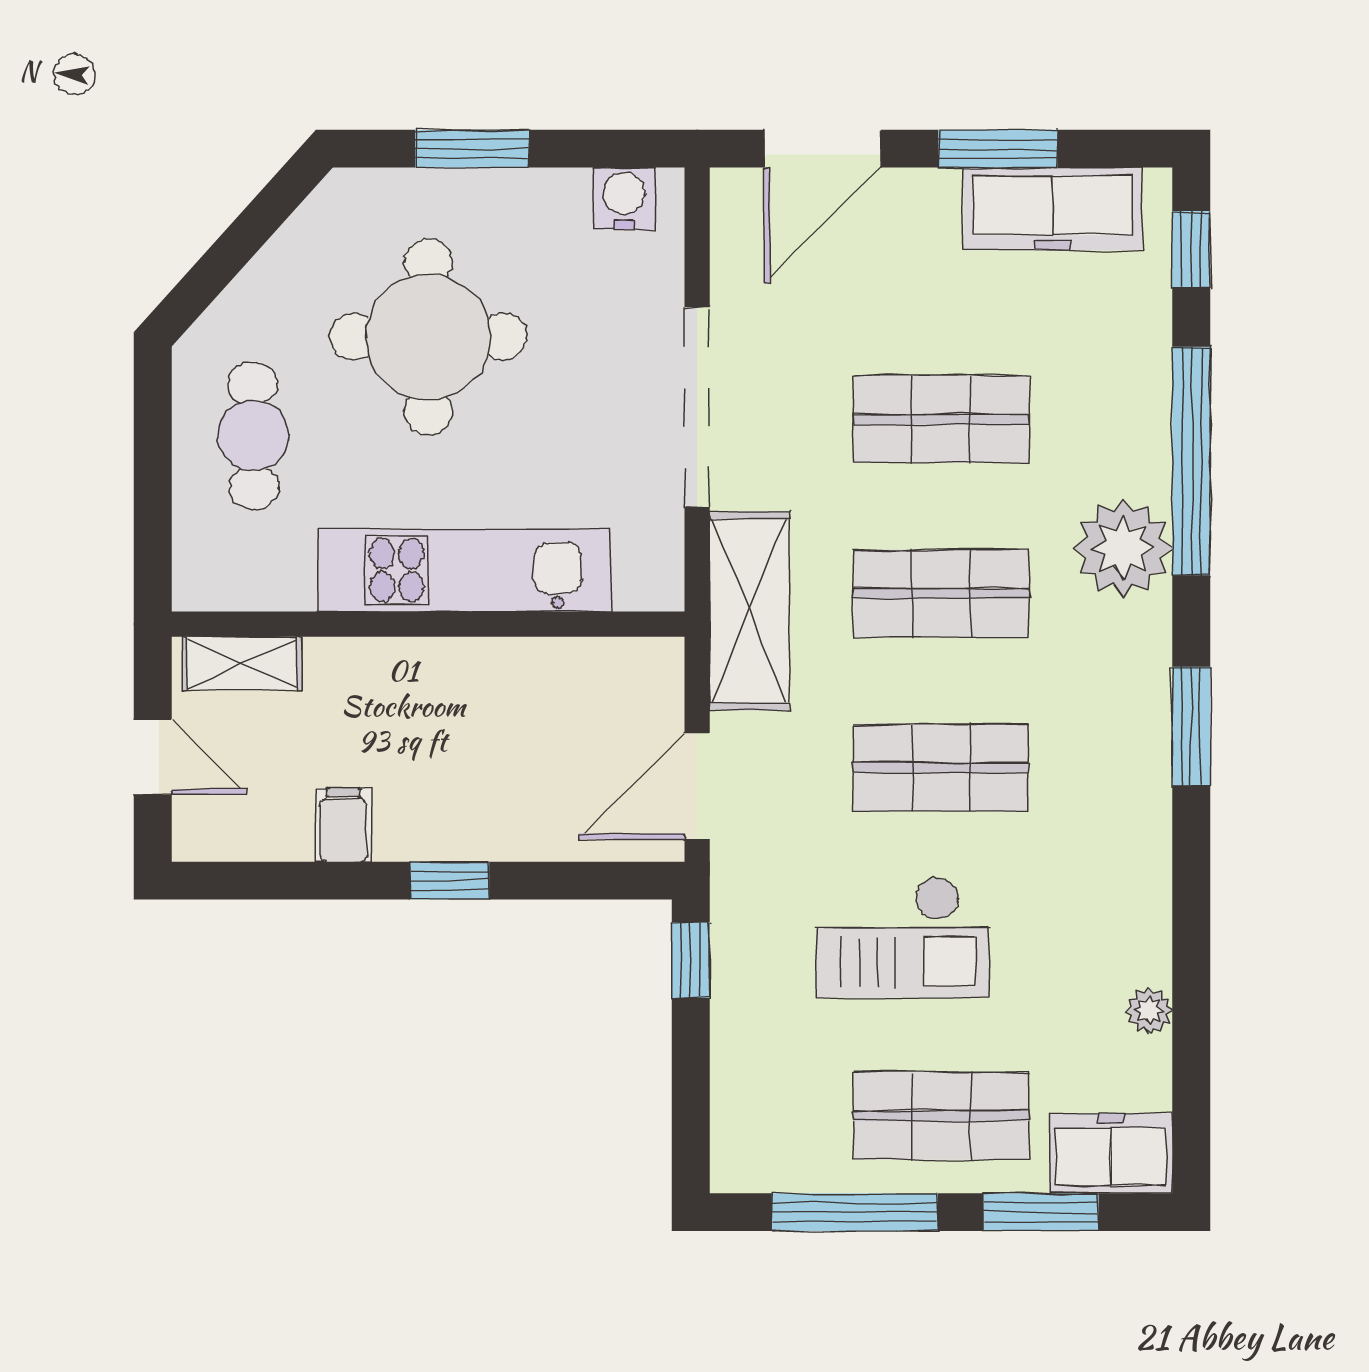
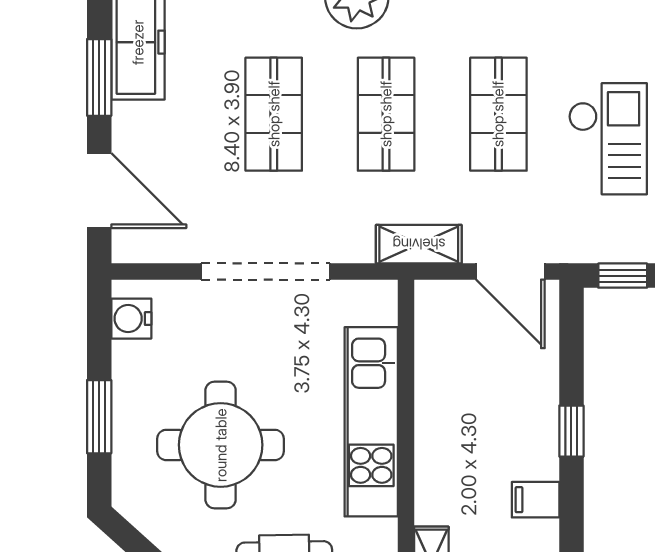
shelving: (749, 611) -> (419, 244), width x0.67, depth x0.75

